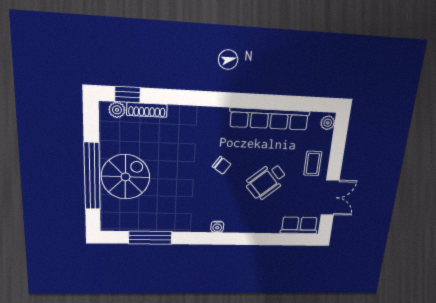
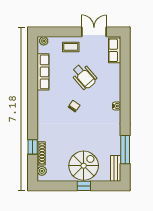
window: (128, 95) -> (33, 147), moved
row of seats: (269, 119) -> (43, 72), width x0.73
window: (92, 176) -> (84, 186), width x0.32
spiral stairs: (126, 177) -> (84, 166), turned 90
bench: (121, 224) -> (116, 168), added

